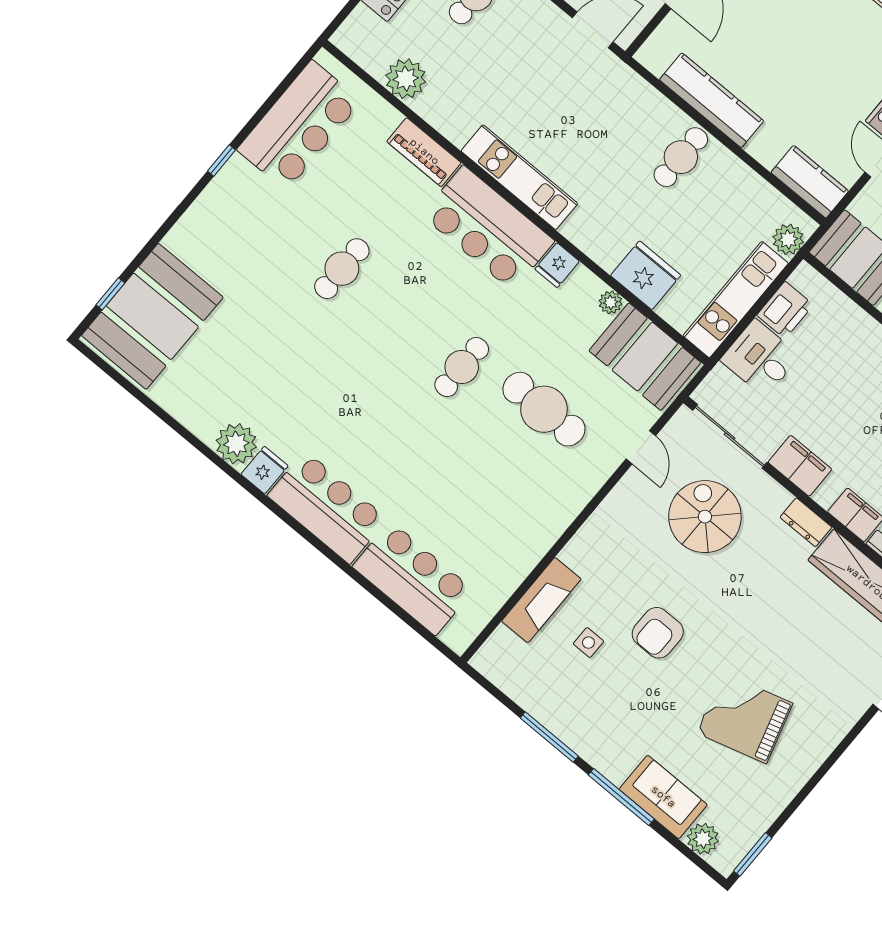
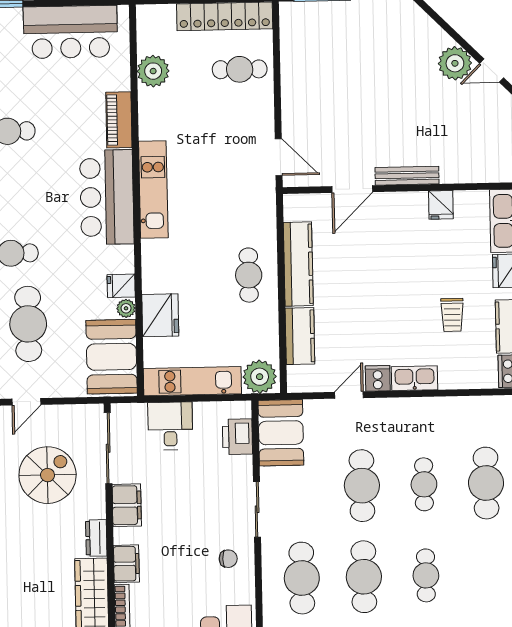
cafe table: (681, 157) -> (249, 275), turned 90
kitchen counter: (810, 182) -> (300, 336), moved
plant: (788, 239) -> (260, 377), width x1.36, depth x1.36
fridge: (557, 265) -> (121, 286), moved
printer: (785, 310) -> (237, 437), moved, turned 90
door: (641, 447) -> (26, 402), moved

